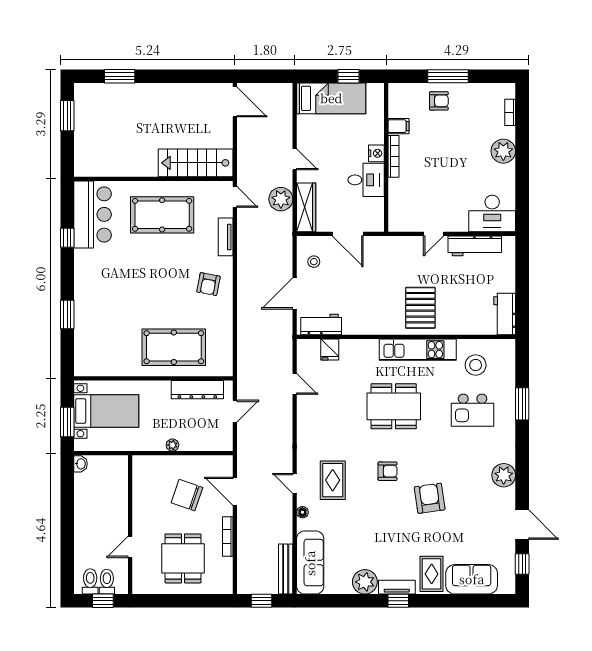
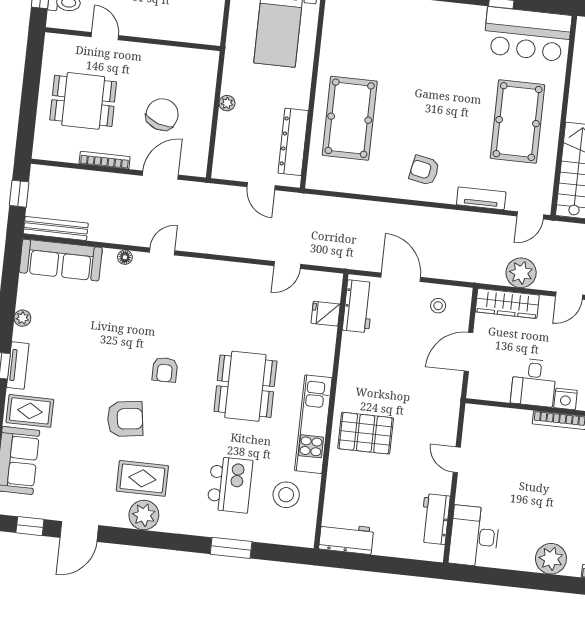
workbench: (475, 246) -> (435, 519), width x0.73
kitchen island: (473, 410) -> (230, 485), turned 180
rug: (333, 480) -> (142, 478), moved
plant: (365, 582) -> (22, 318), width x0.53, depth x0.53

